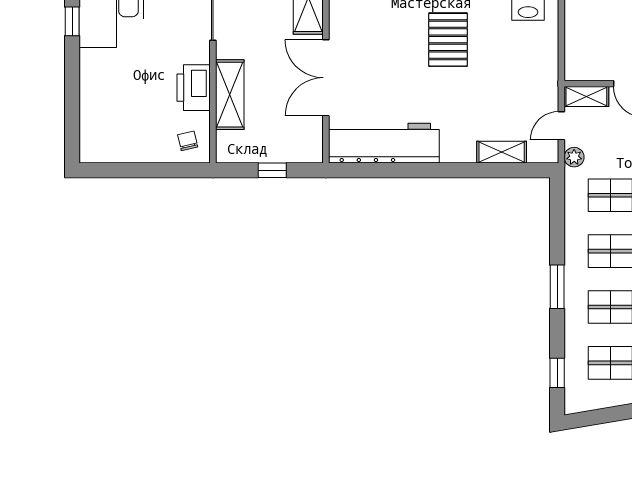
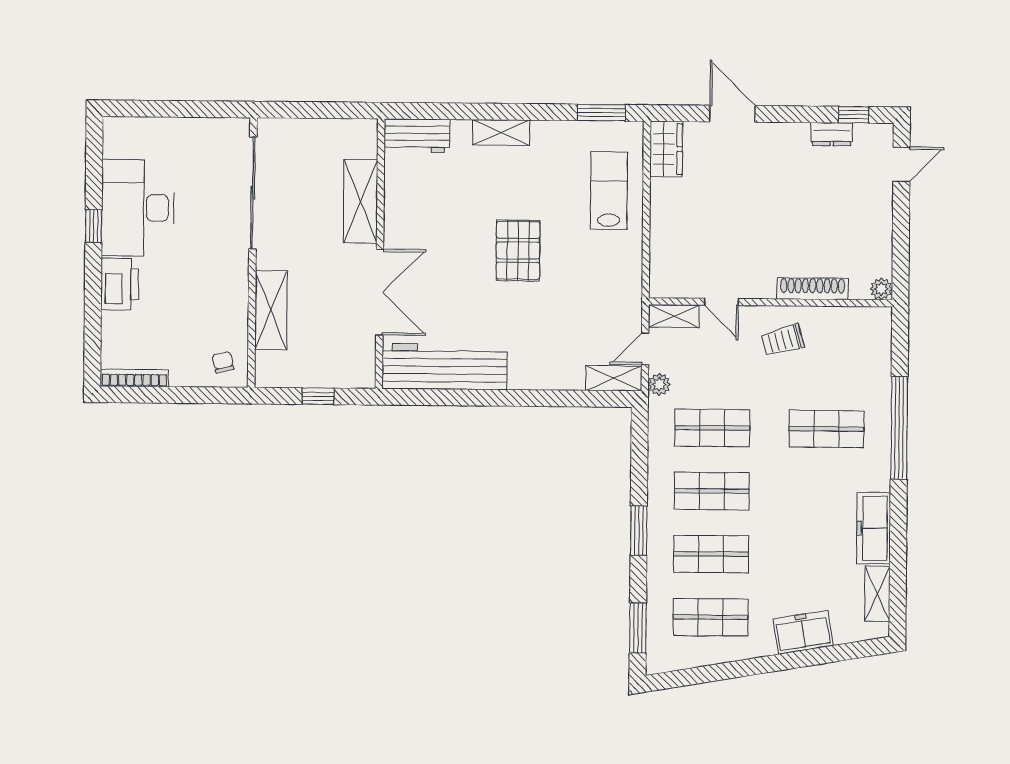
double door: (326, 78) -> (380, 292), swing flipped
printer: (194, 88) -> (120, 284), moved, turned 180
shelving: (502, 152) -> (614, 378), moved
bookcase: (109, 156) -> (134, 378), added
window: (557, 373) -> (638, 628), width x1.50

